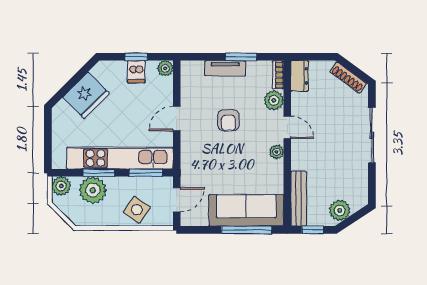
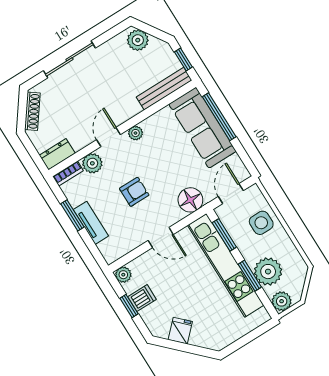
fridge: (86, 95) -> (180, 331), width x0.53, depth x0.75
floor lamp: (192, 163) -> (190, 200), added
door: (177, 200) -> (231, 194), hinge flipped
side table: (137, 210) -> (261, 223), turned -35
plant: (340, 210) -> (138, 40), moved

